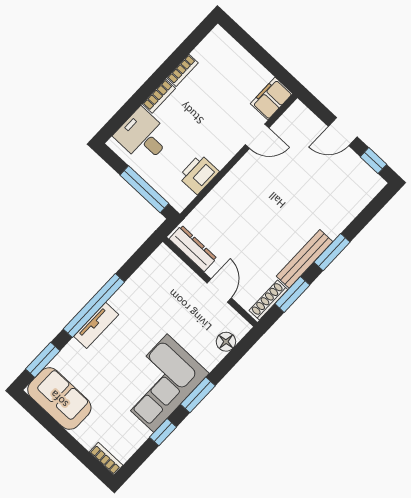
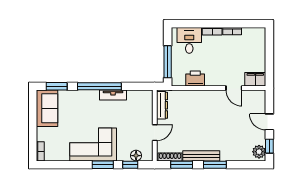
plant: (368, 180) -> (259, 152), added
tv unit: (96, 325) -> (113, 95), moved
window: (163, 432) -> (130, 165), moved

